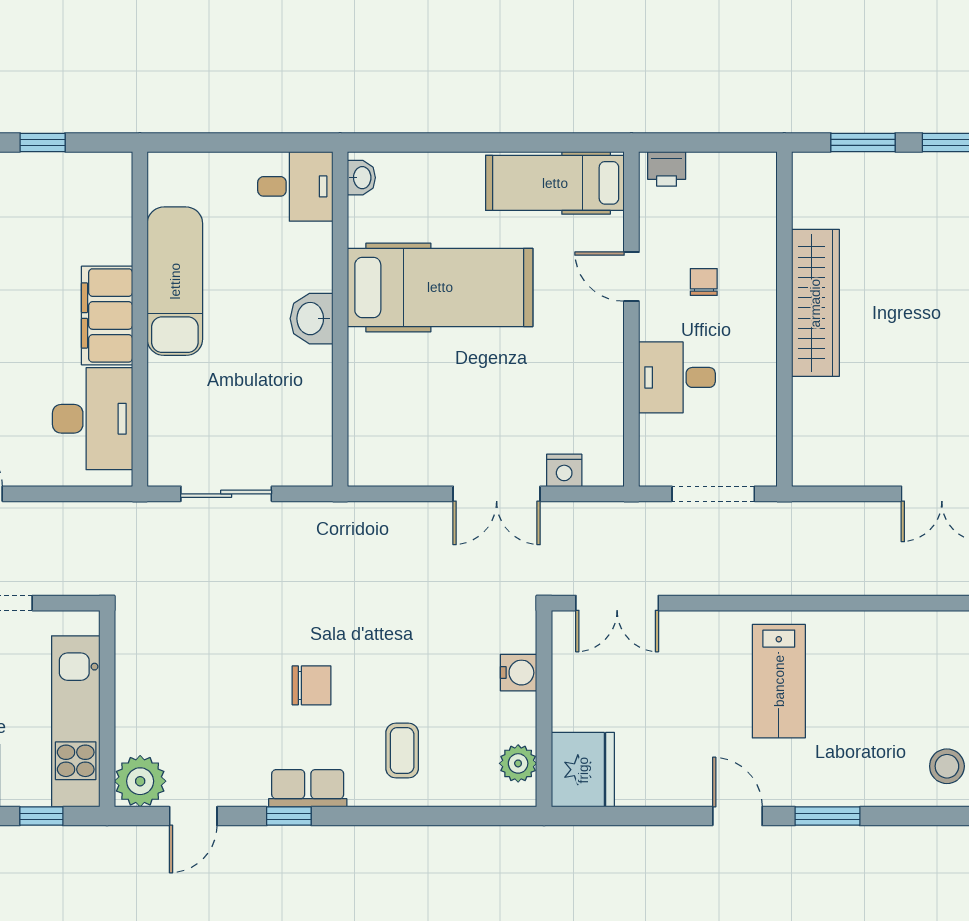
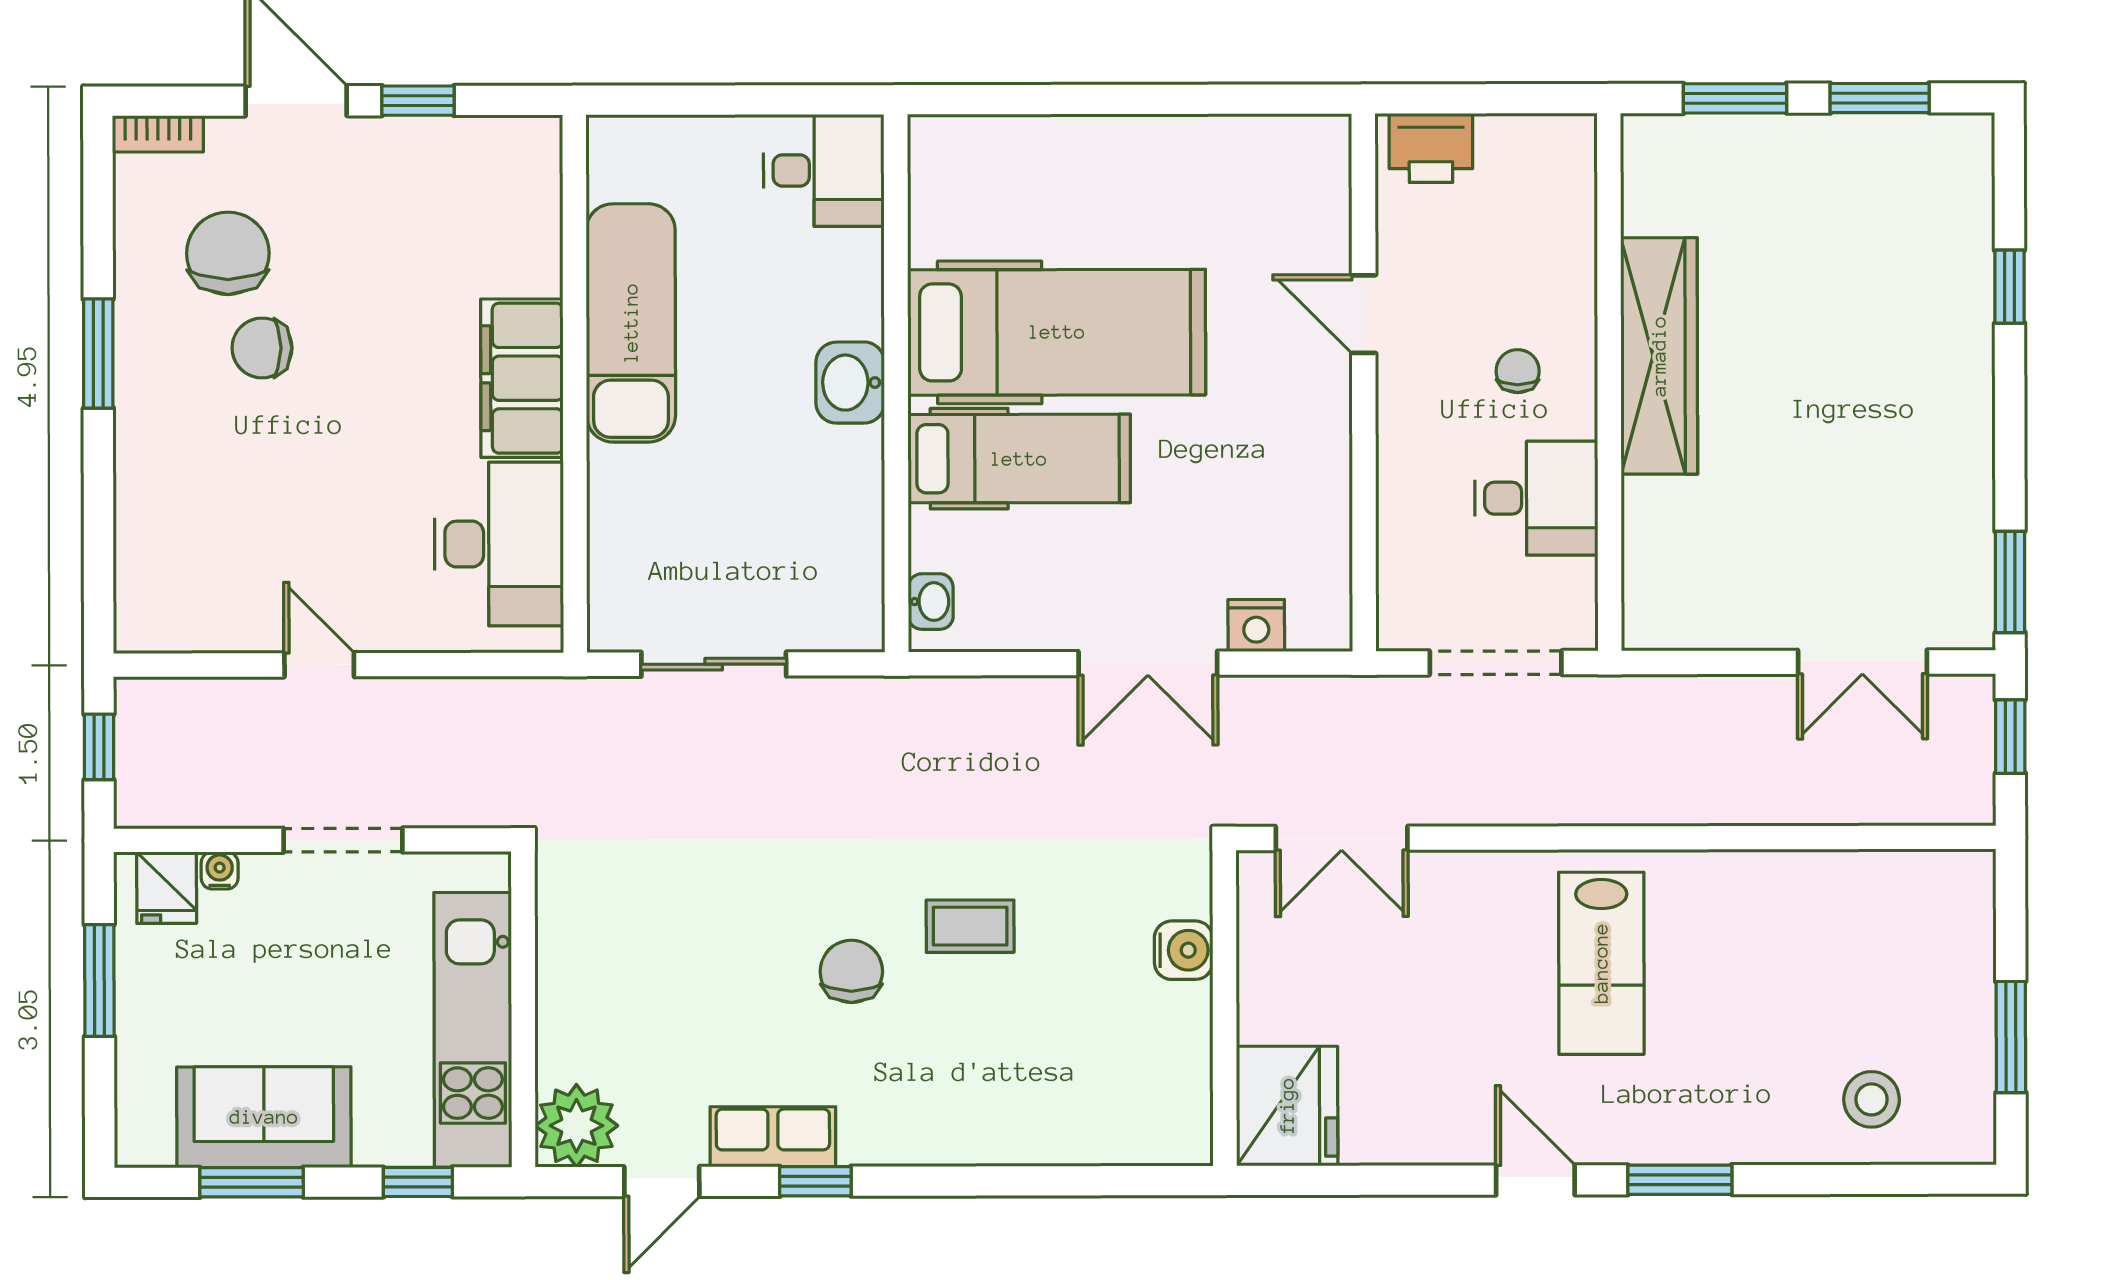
printer: (667, 169) -> (1431, 148), width x1.36, depth x1.24
washbasin: (361, 178) -> (931, 602), moved
hospital bed: (555, 183) -> (1019, 459), moved, turned 180
chair: (704, 282) -> (1518, 371), moved
desk: (677, 377) -> (1536, 498), moved, turned 180
chair: (312, 685) -> (851, 971), turned -90
coffee table: (402, 751) -> (970, 926), moved, turned 90
plant: (518, 763) -> (1183, 1096), removed
row of seats: (308, 788) -> (773, 1137), moved

